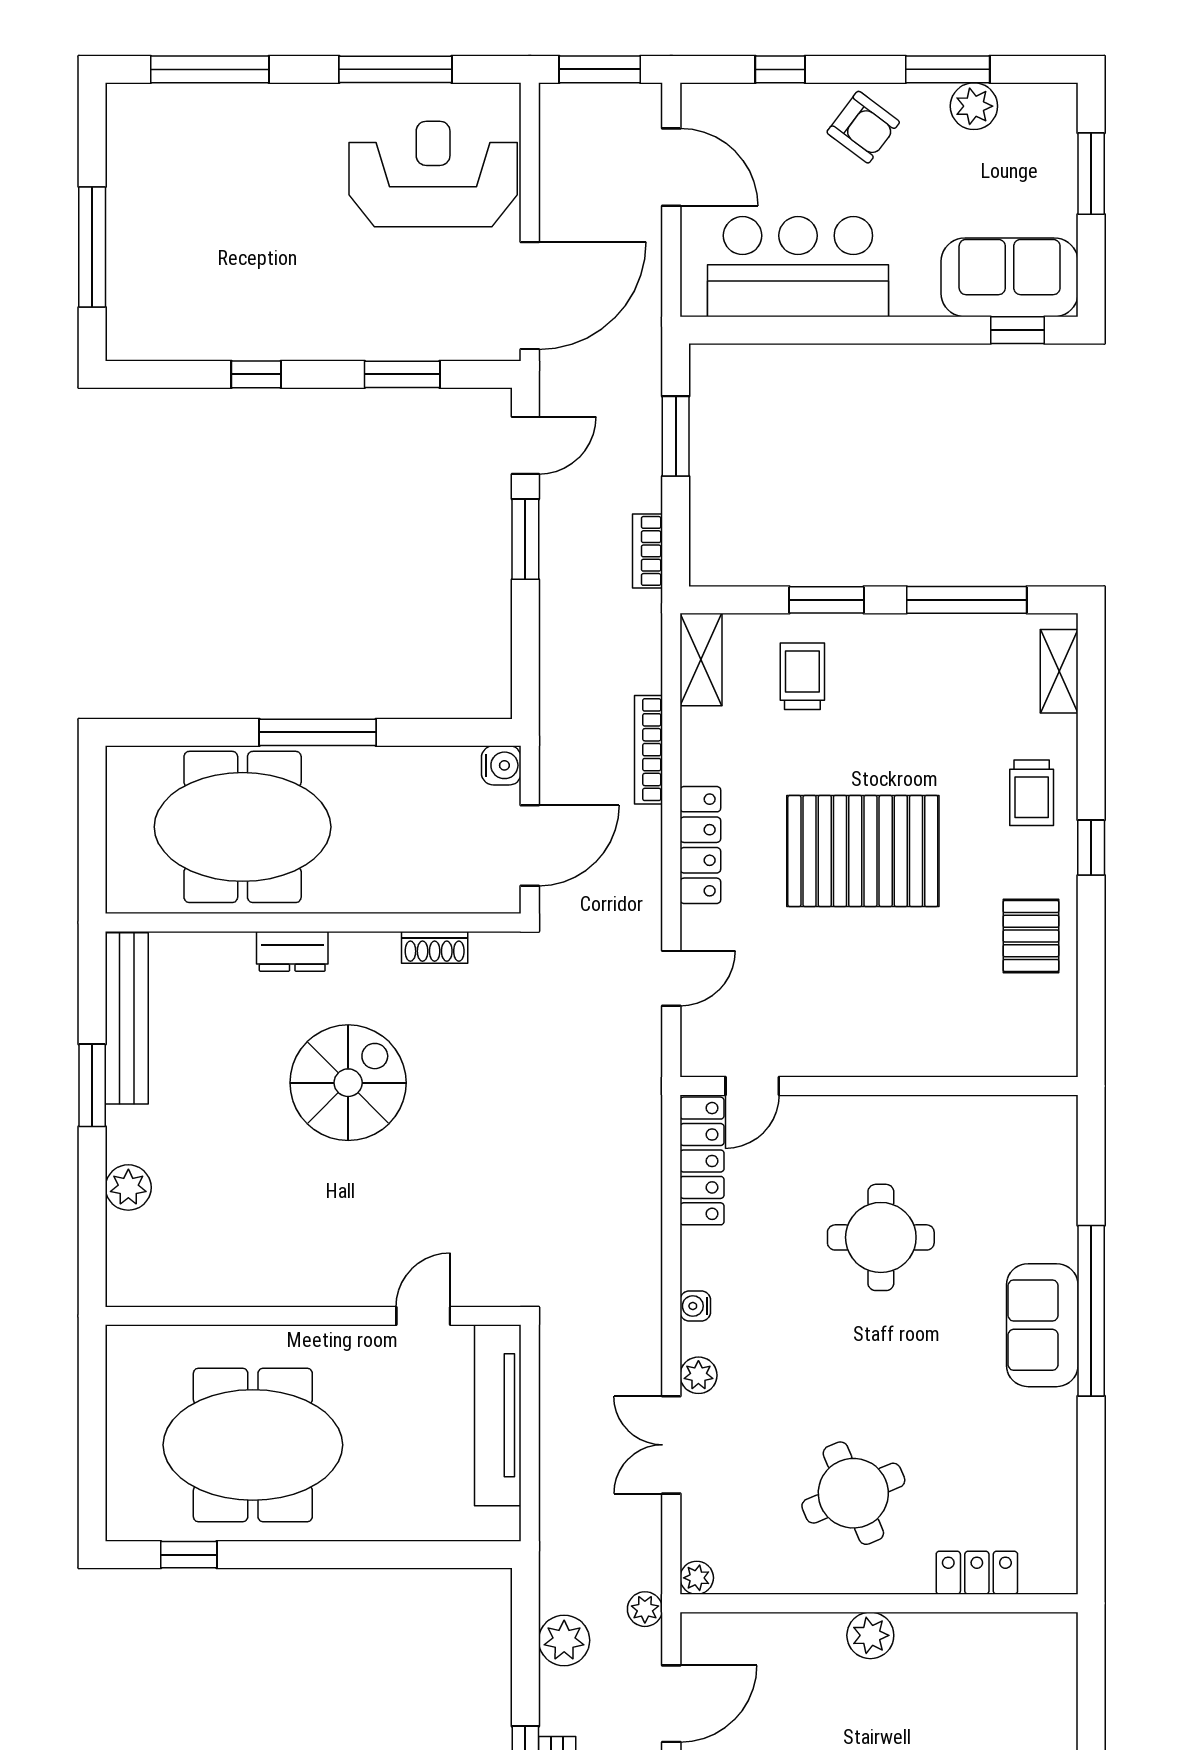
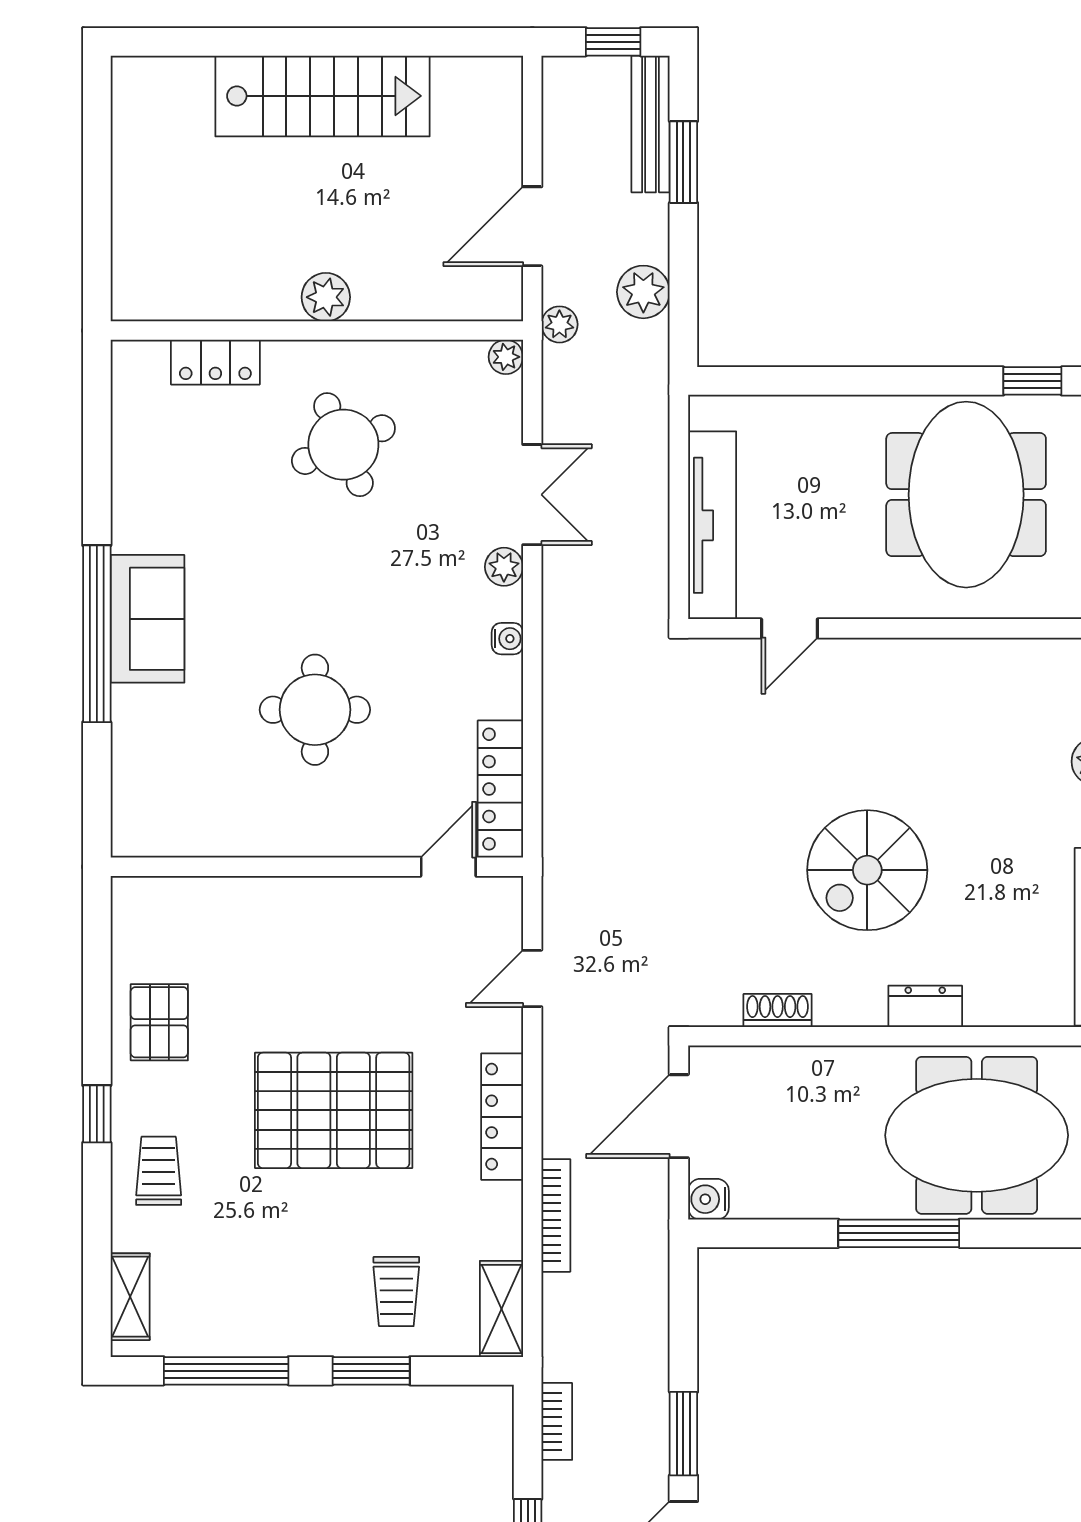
meeting table: (253, 1445) -> (966, 495), turned 90

